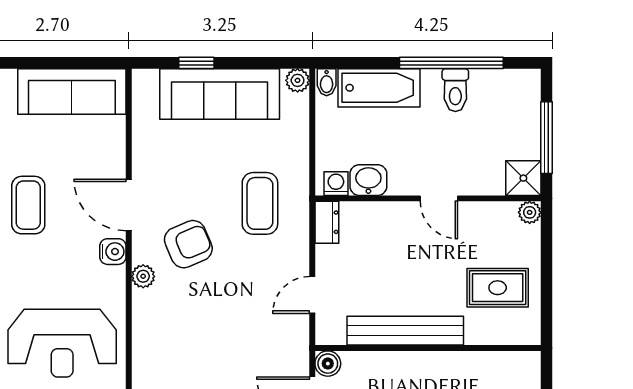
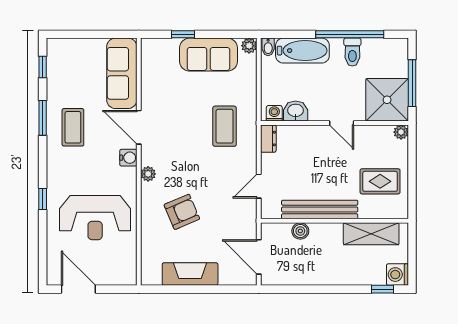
sofa: (72, 92) -> (122, 73), moved, turned 90
sofa: (220, 94) -> (209, 55), width x0.73
shower: (523, 178) -> (387, 100), width x1.86, depth x1.86
armchair: (188, 244) -> (182, 212), moved
boiler: (328, 364) -> (300, 231), moved
shelving: (484, 368) -> (371, 234), added

